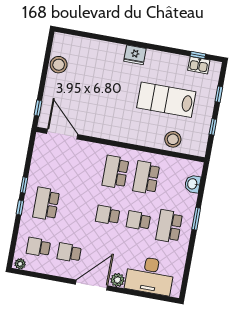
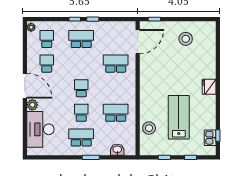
stool: (59, 65) -> (186, 39), moved
school desk: (116, 172) -> (116, 64), moved

